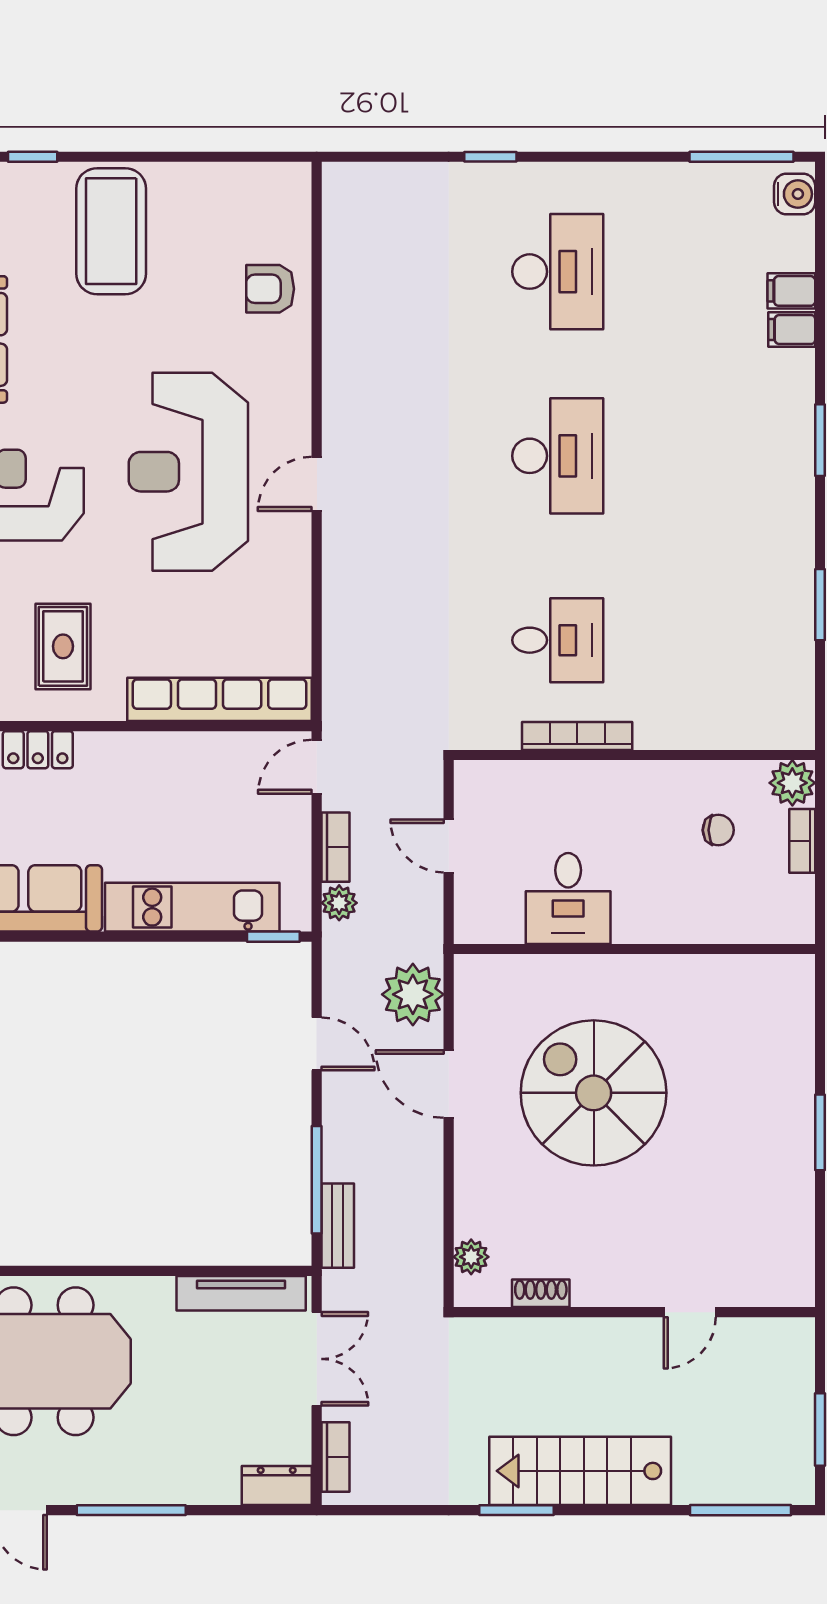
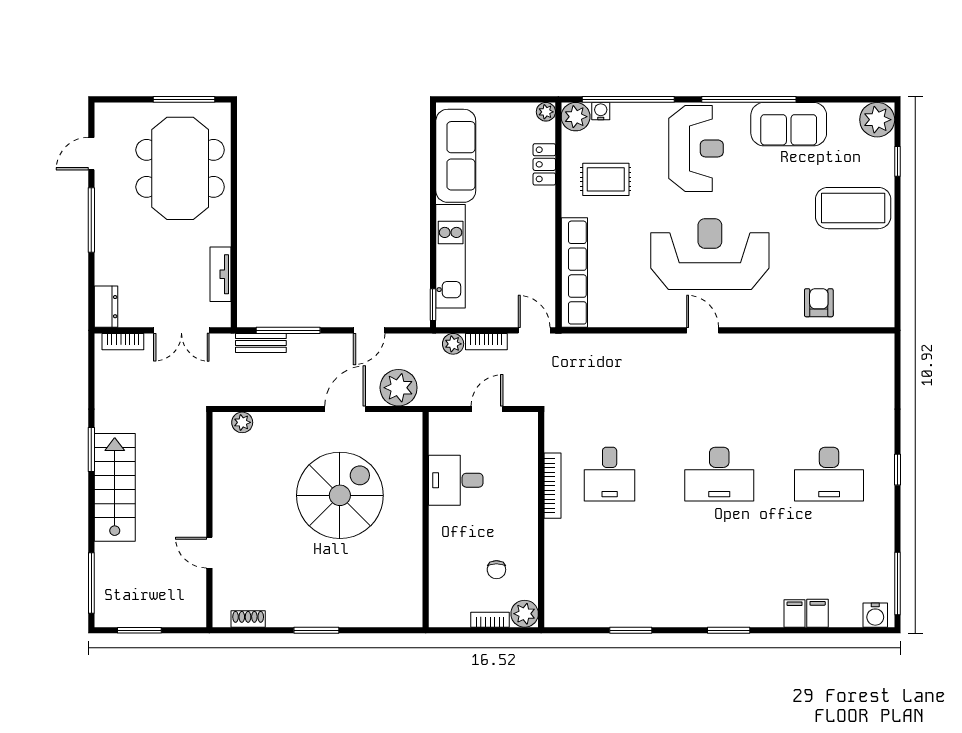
window: (490, 157) -> (897, 470), moved
tv unit: (241, 1293) -> (221, 274), width x0.71
shoe rack: (541, 1293) -> (248, 619), moved, turned -90

